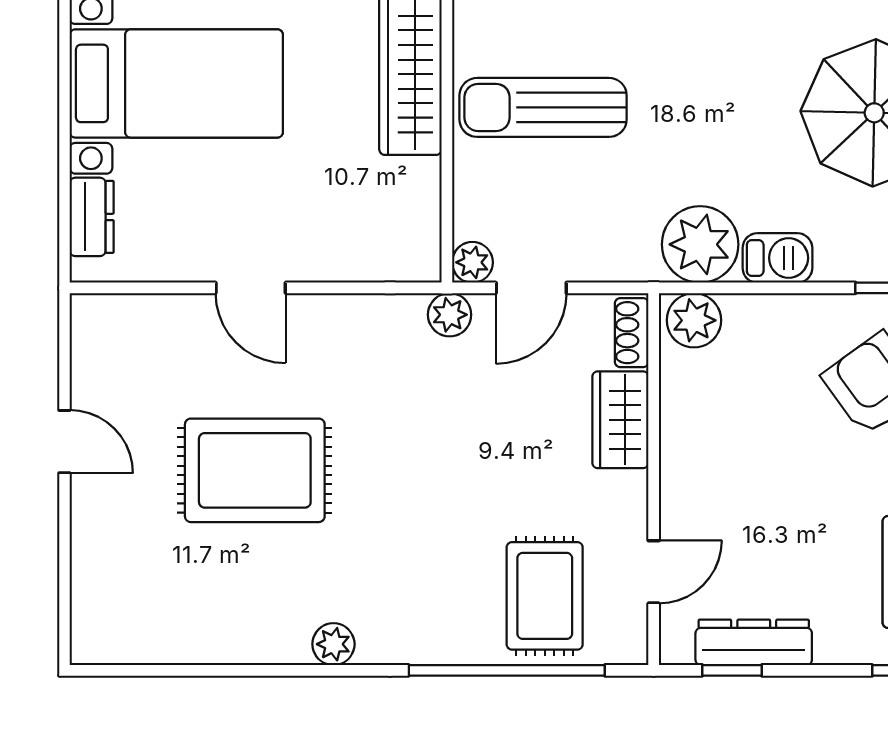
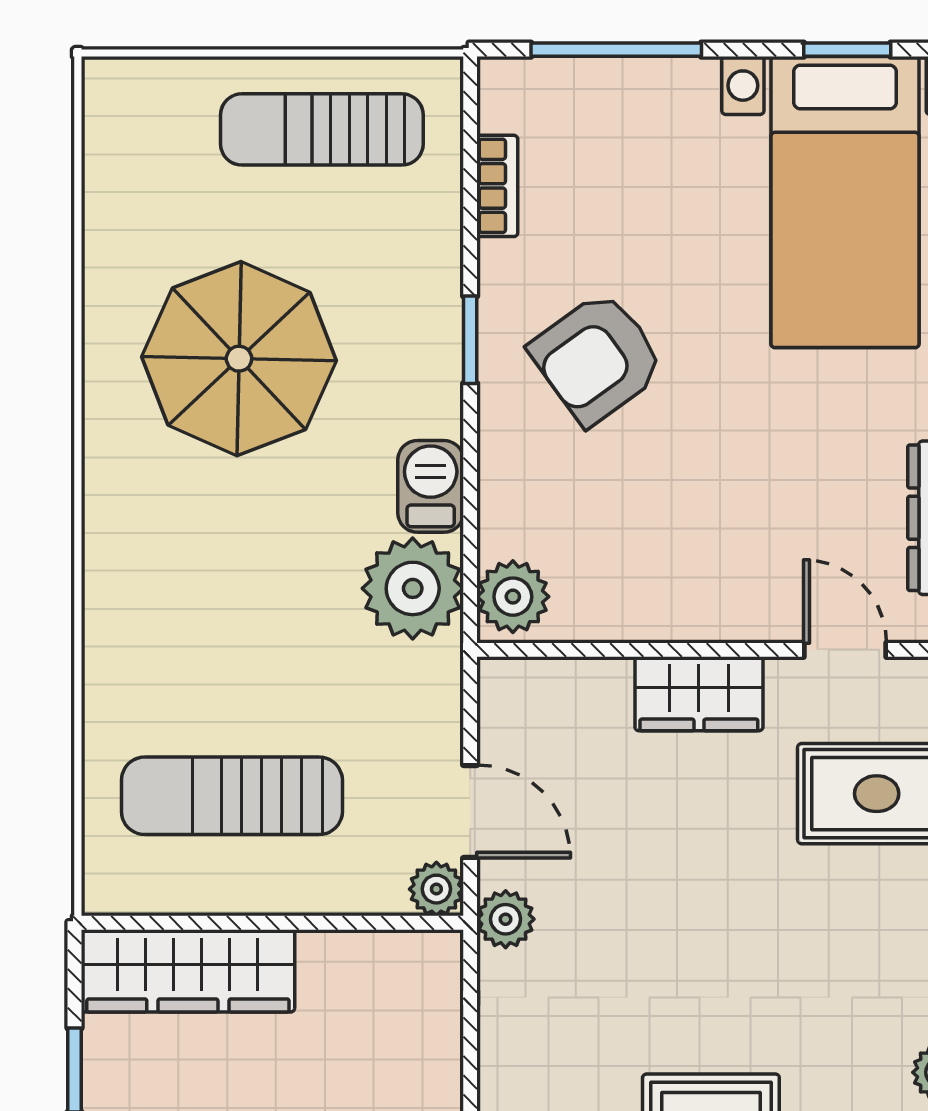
sun lounger: (543, 107) -> (232, 796), turned 90
shoe rack: (632, 333) -> (529, 679), removed
wardrobe: (620, 420) -> (699, 694), moved

